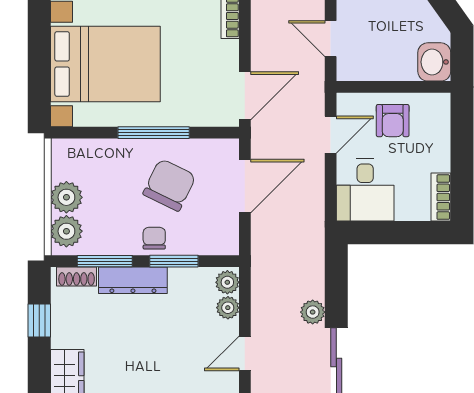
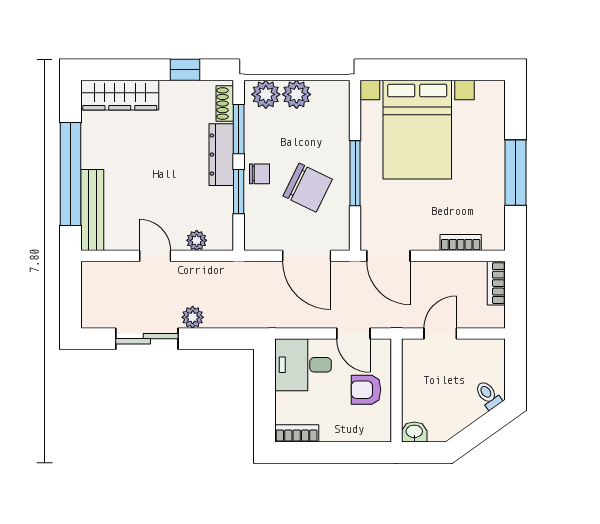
washbasin: (434, 62) -> (414, 432), width x0.72, depth x0.69
plant: (227, 282) -> (220, 240), removed

